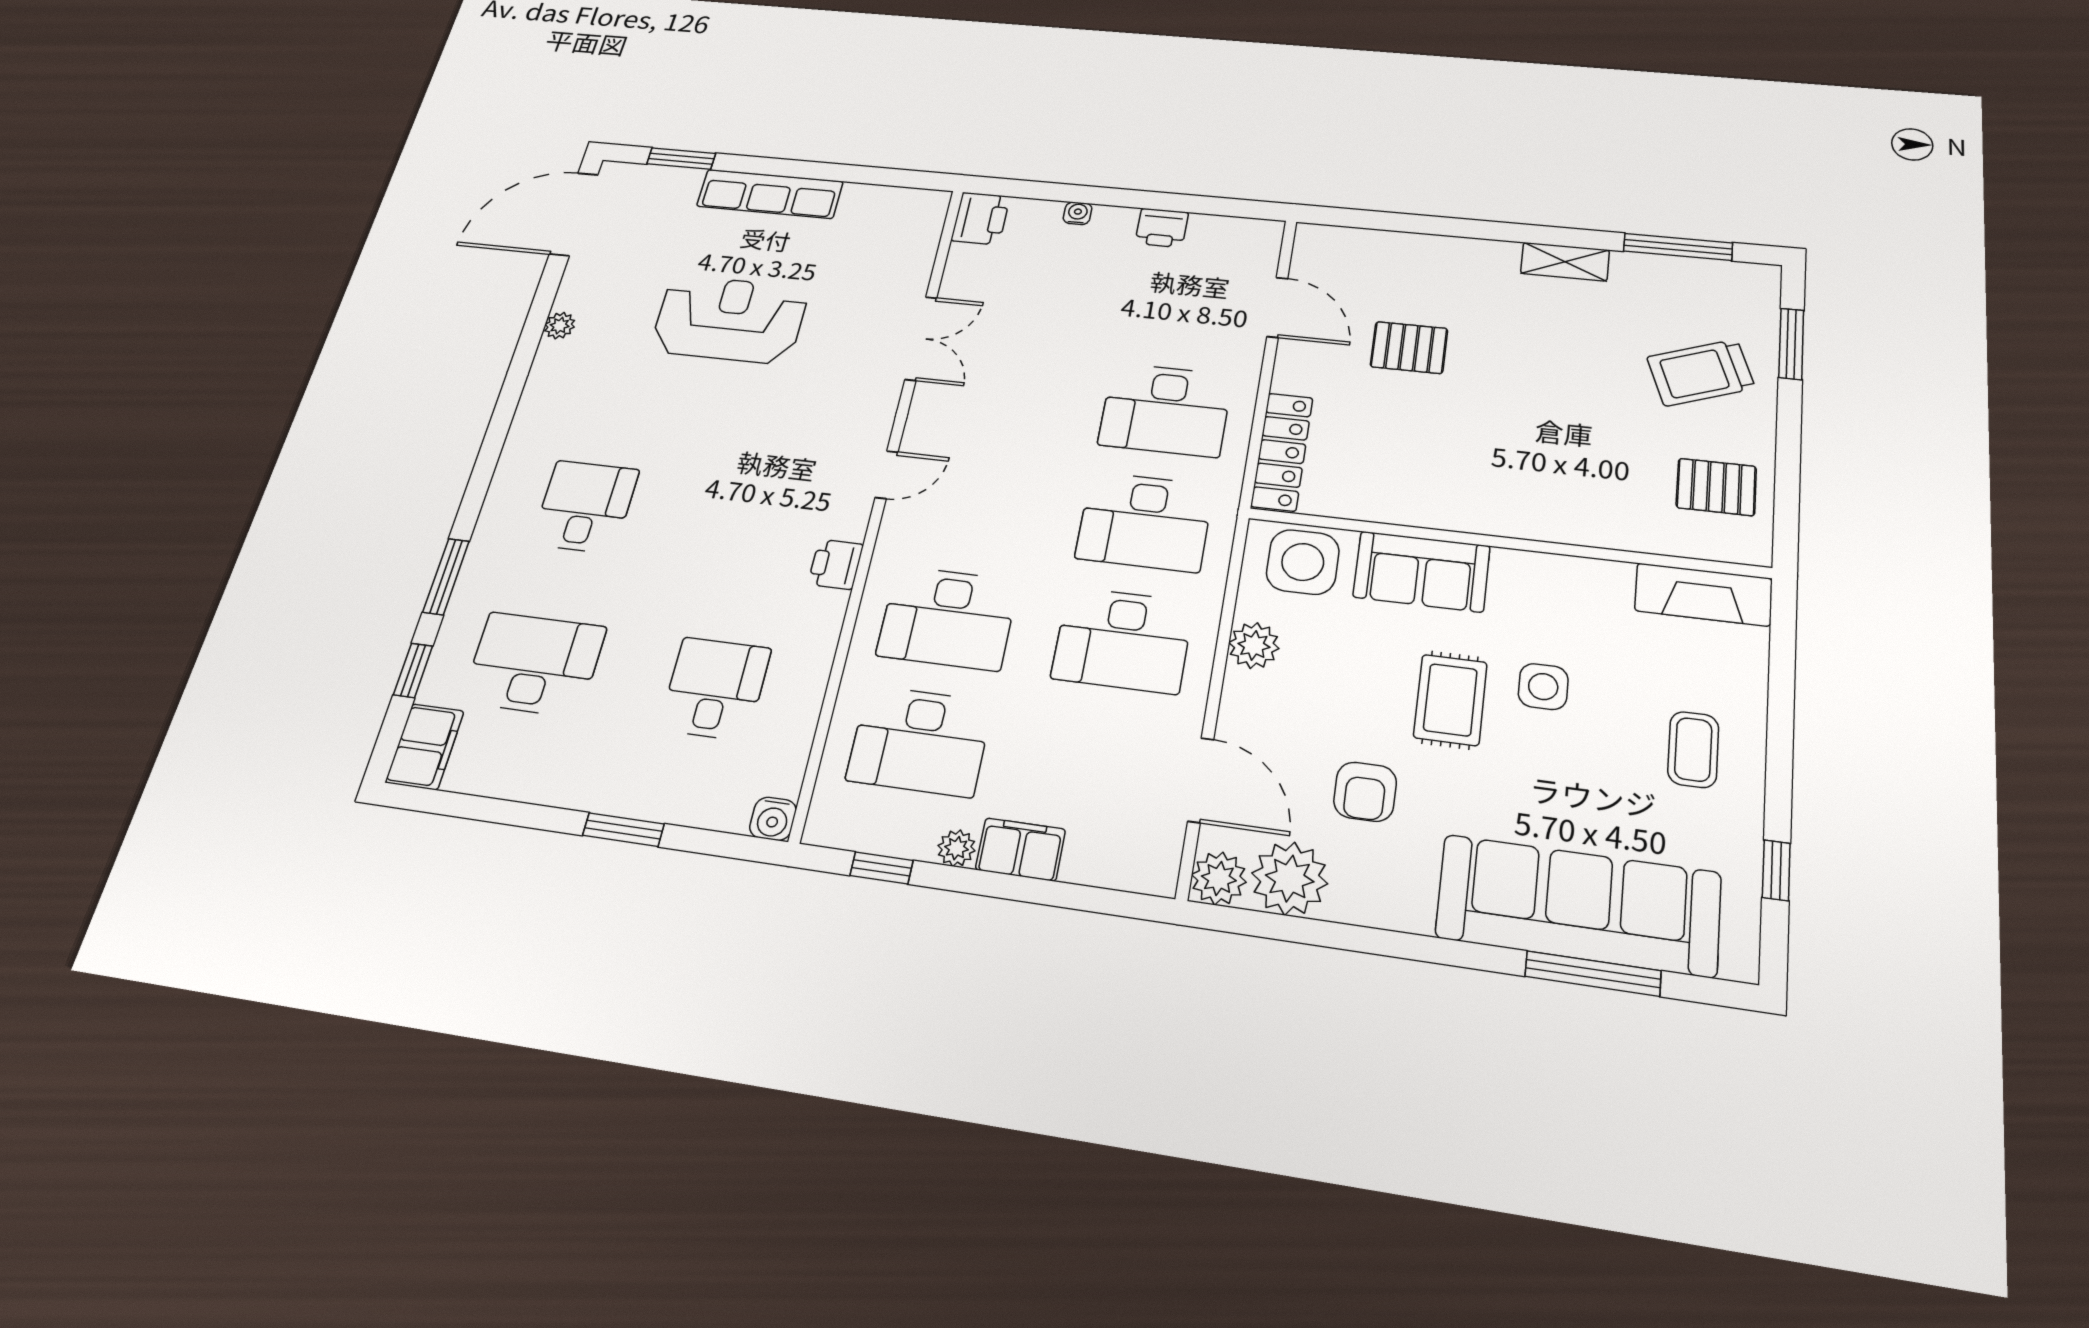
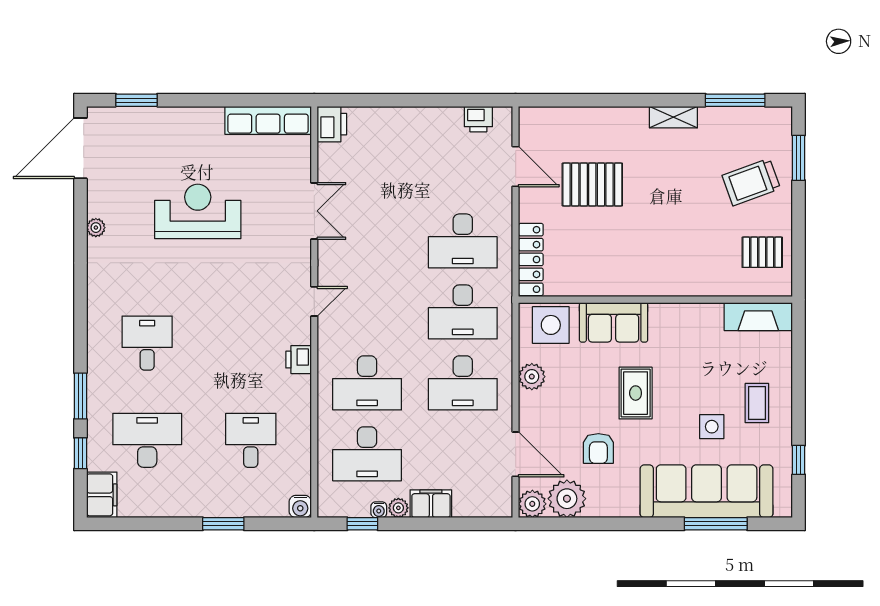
row of seats: (770, 194) -> (268, 120), moved
water cooler: (1078, 213) -> (379, 510), moved, turned 180
printer: (1162, 228) -> (478, 119), moved
pallet: (1409, 348) -> (592, 185), width x1.50, depth x1.42
side table: (1543, 687) -> (712, 427), moved

